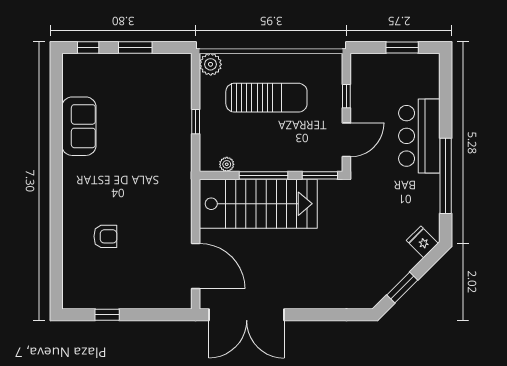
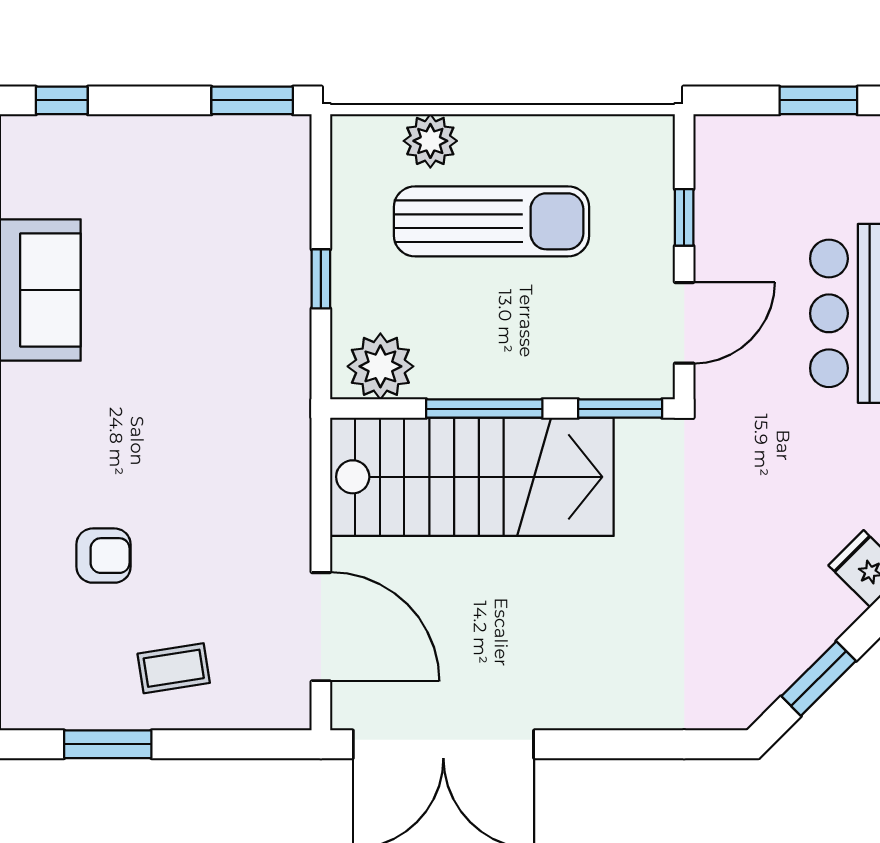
window: (135, 47) -> (252, 100), moved
plant: (211, 64) -> (430, 141), moved
plant: (227, 164) -> (380, 366), width x1.88, depth x1.88
coffee table: (135, 283) -> (174, 668), added
window: (107, 315) -> (108, 744), width x1.50

